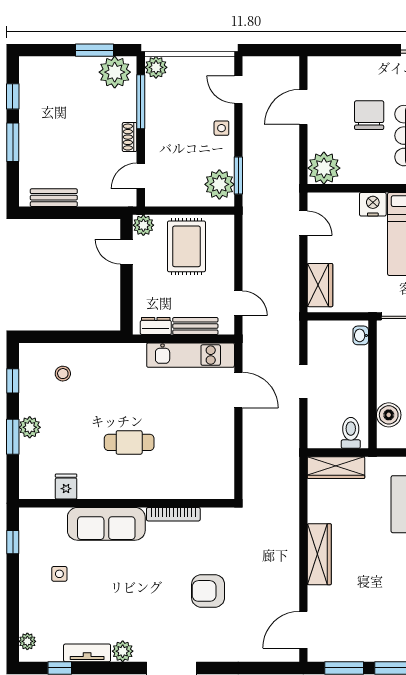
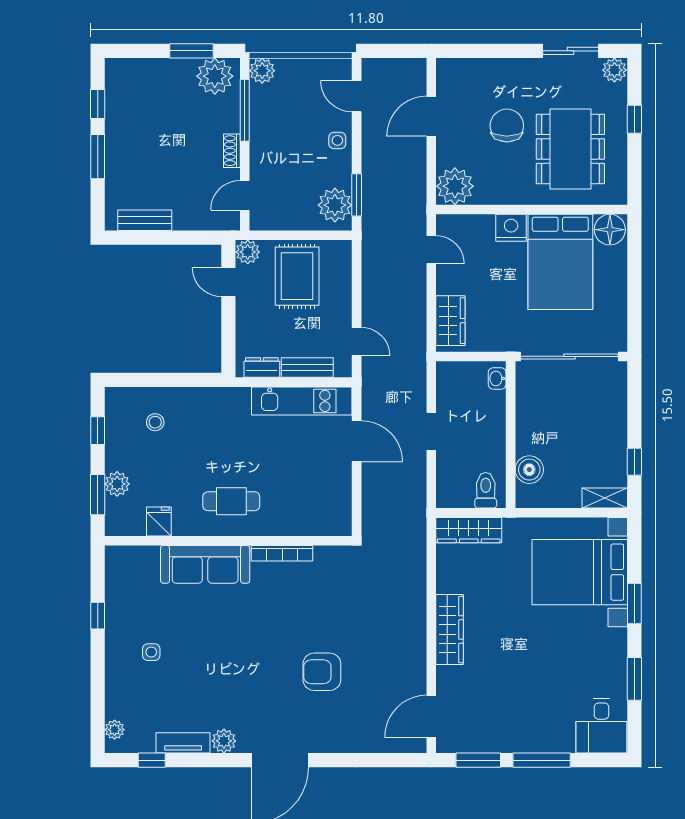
fridge: (66, 487) -> (159, 522), moved
wall: (127, 503) -> (228, 541), moved
bookcase: (173, 514) -> (282, 553), moved
sofa: (106, 524) -> (205, 564), moved

